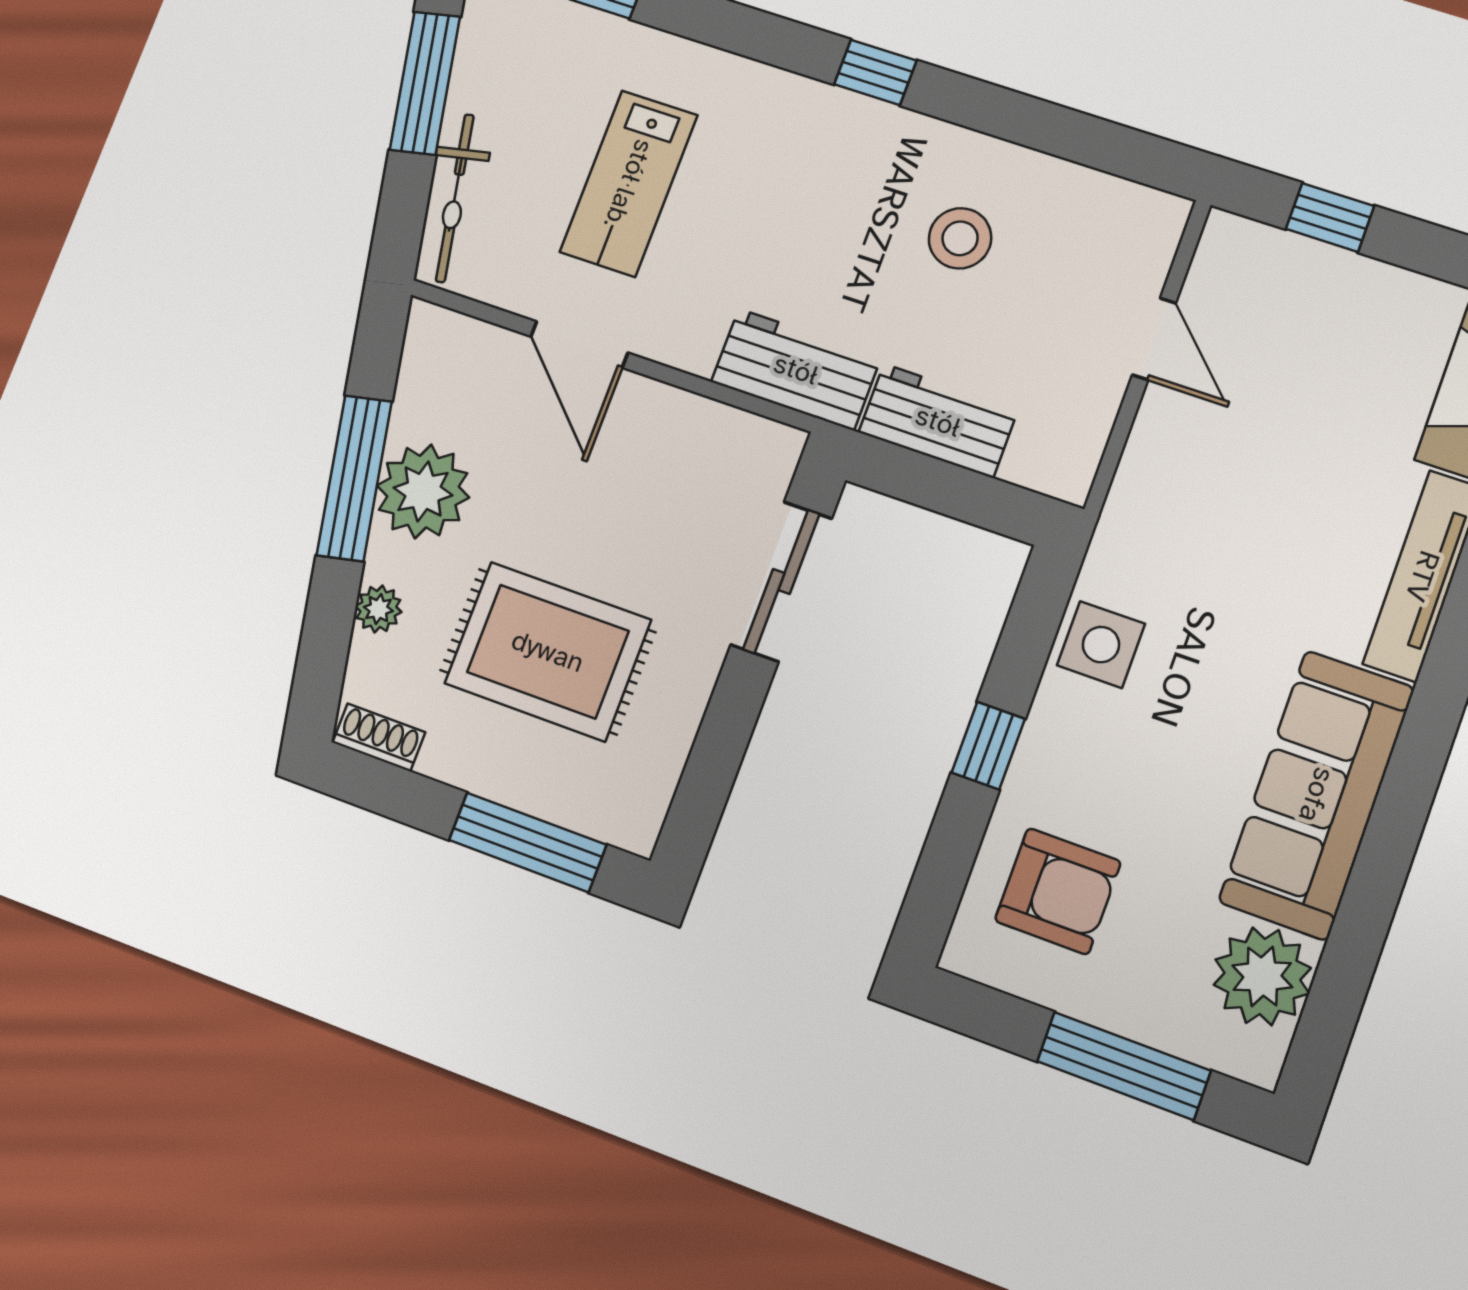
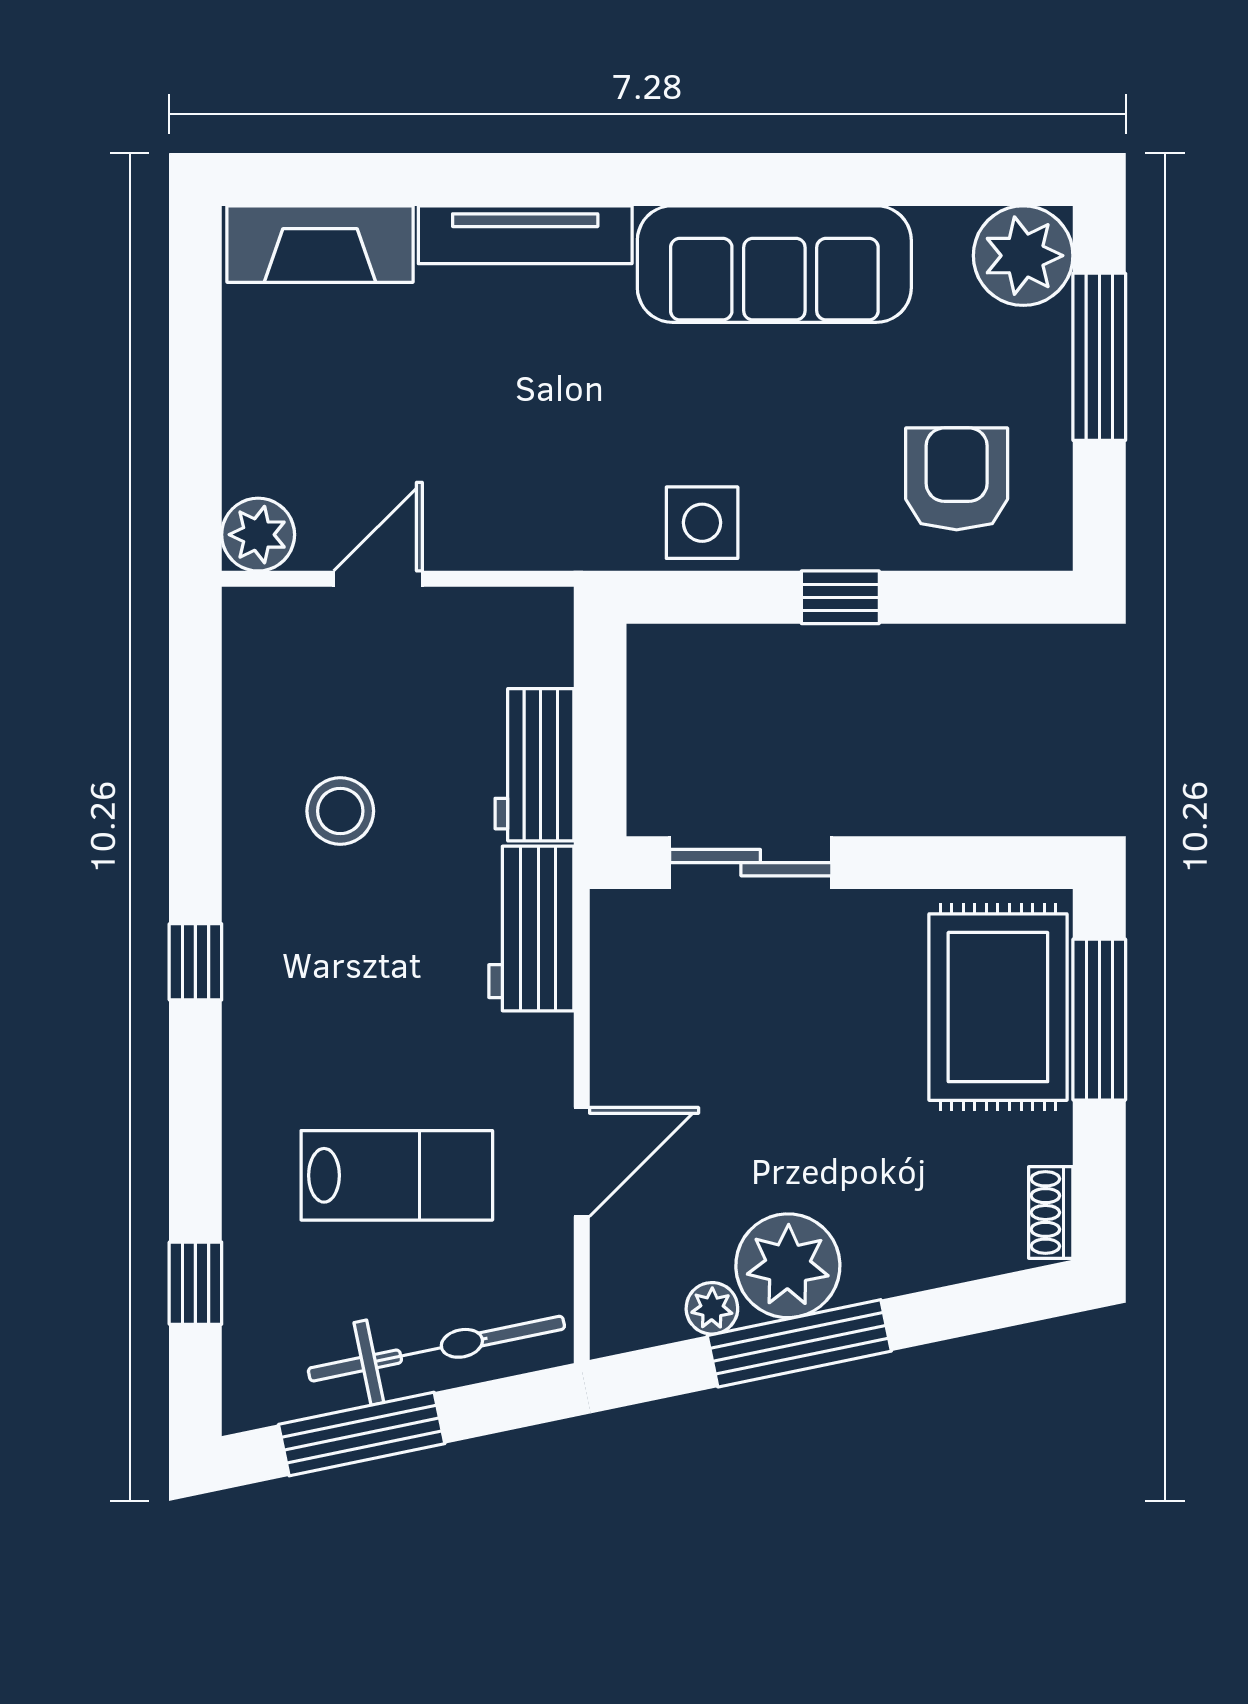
bicycle: (455, 198) -> (436, 1349), width x1.37, depth x1.40
window: (1330, 217) -> (195, 448), removed
plant: (1232, 247) -> (258, 535), added
plant: (378, 609) -> (712, 1308), moved
rug: (548, 651) -> (998, 1007), moved
plant: (1262, 976) -> (1023, 256), moved

